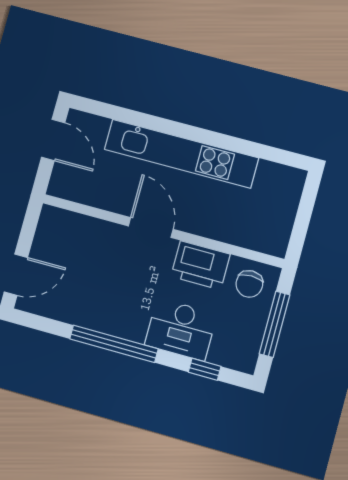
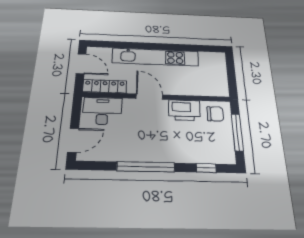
locker: (83, 192) -> (105, 86), added
chair: (249, 284) -> (215, 114), turned -90
desk: (181, 329) -> (102, 111), moved, turned 180

